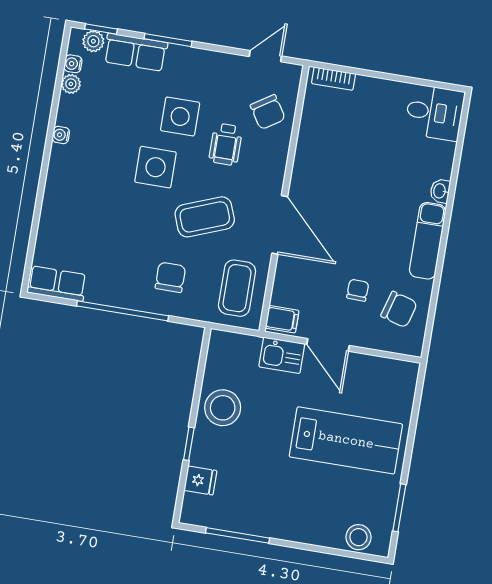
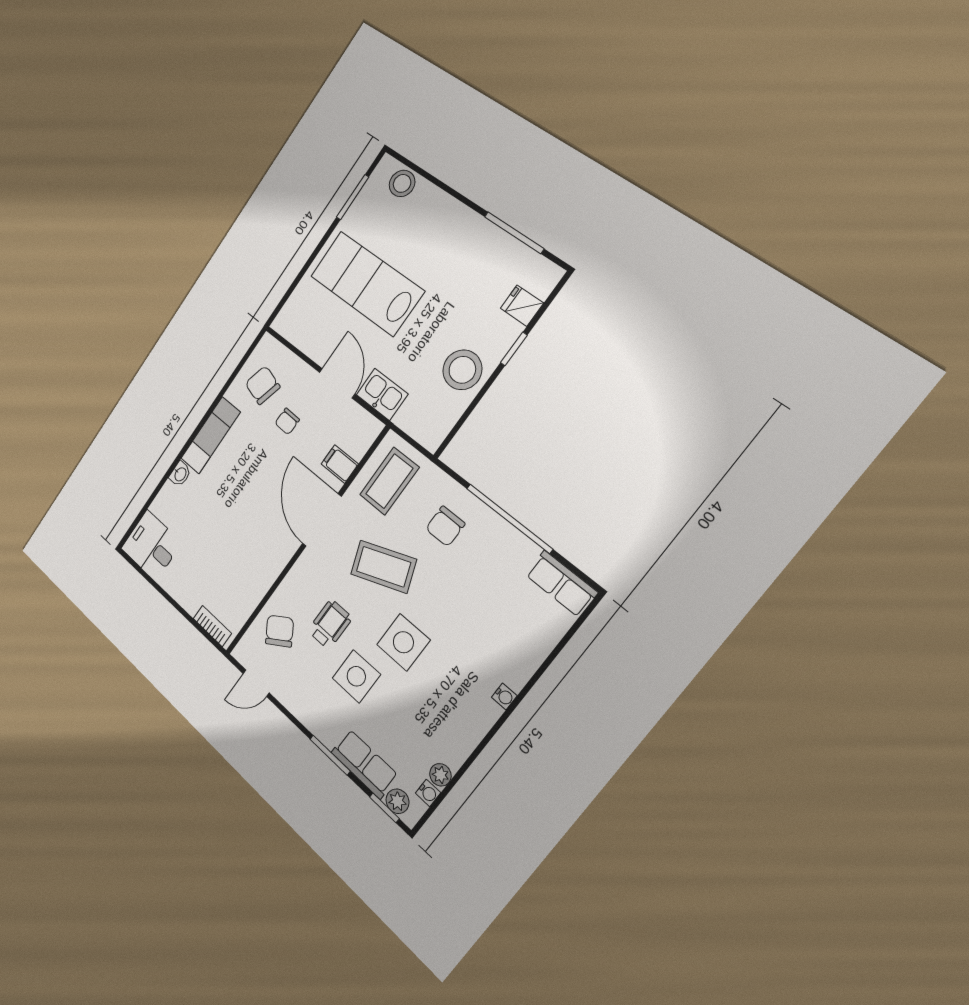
water cooler: (61, 135) -> (504, 696), moved
filing cabinet: (282, 319) -> (340, 464), moved

